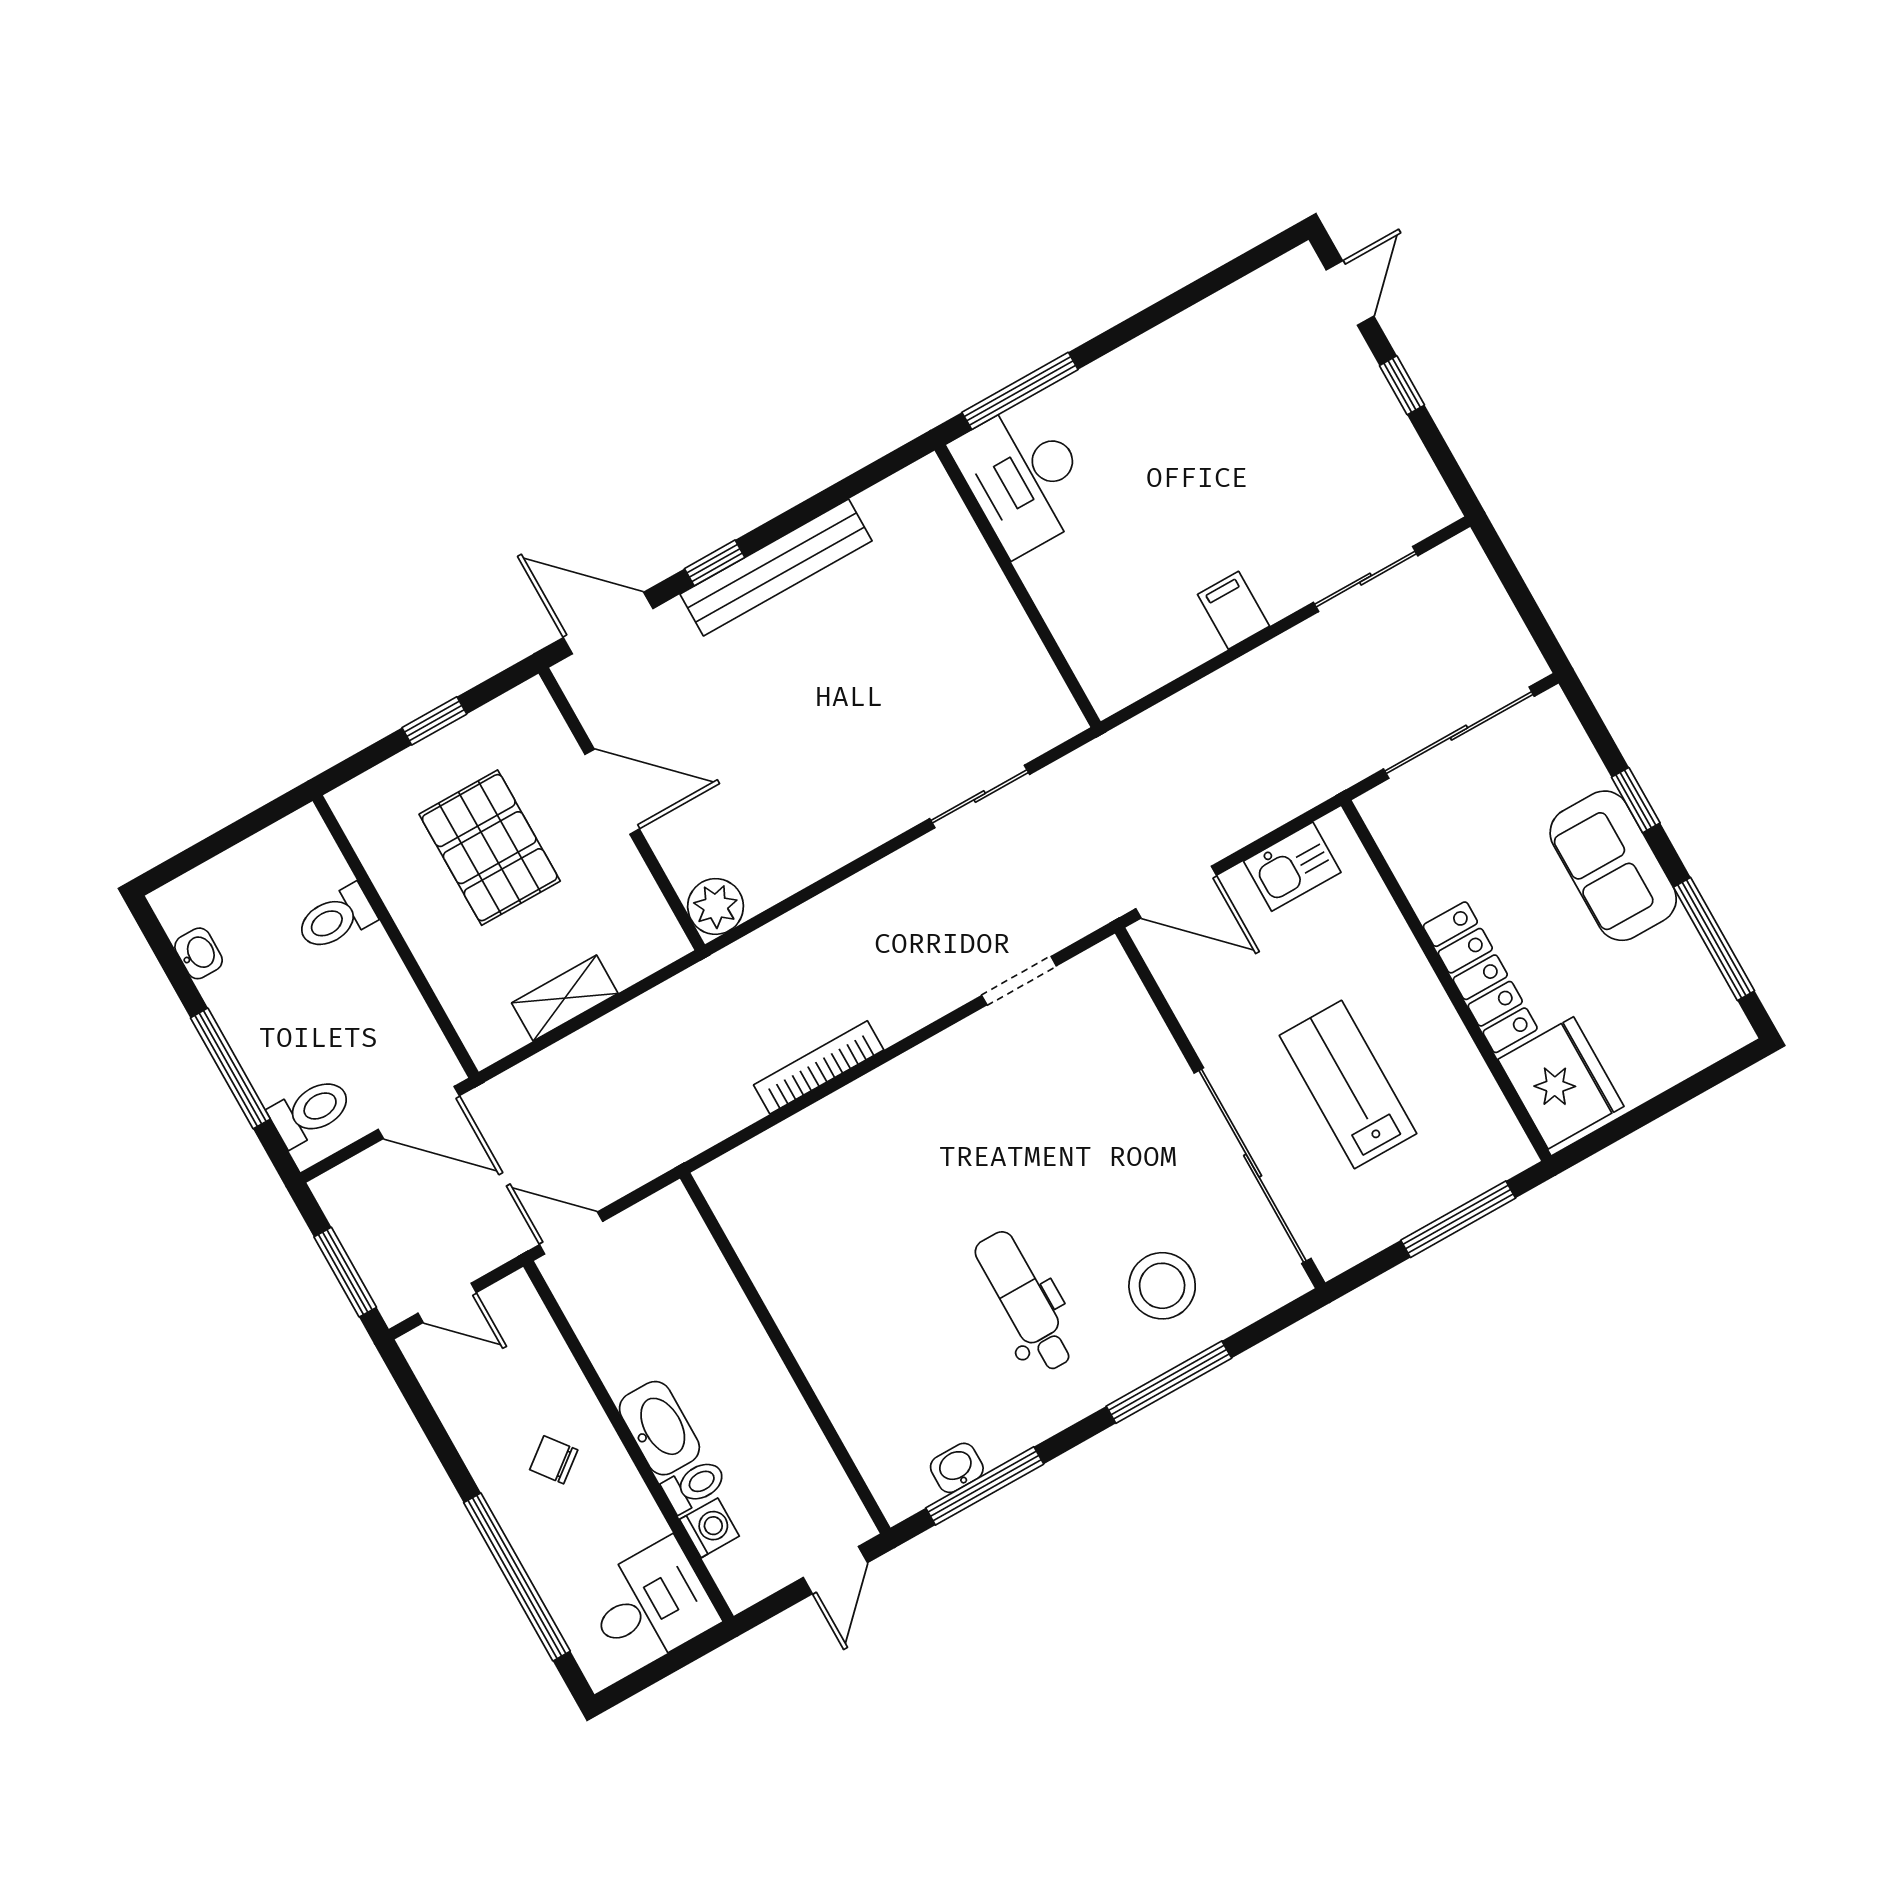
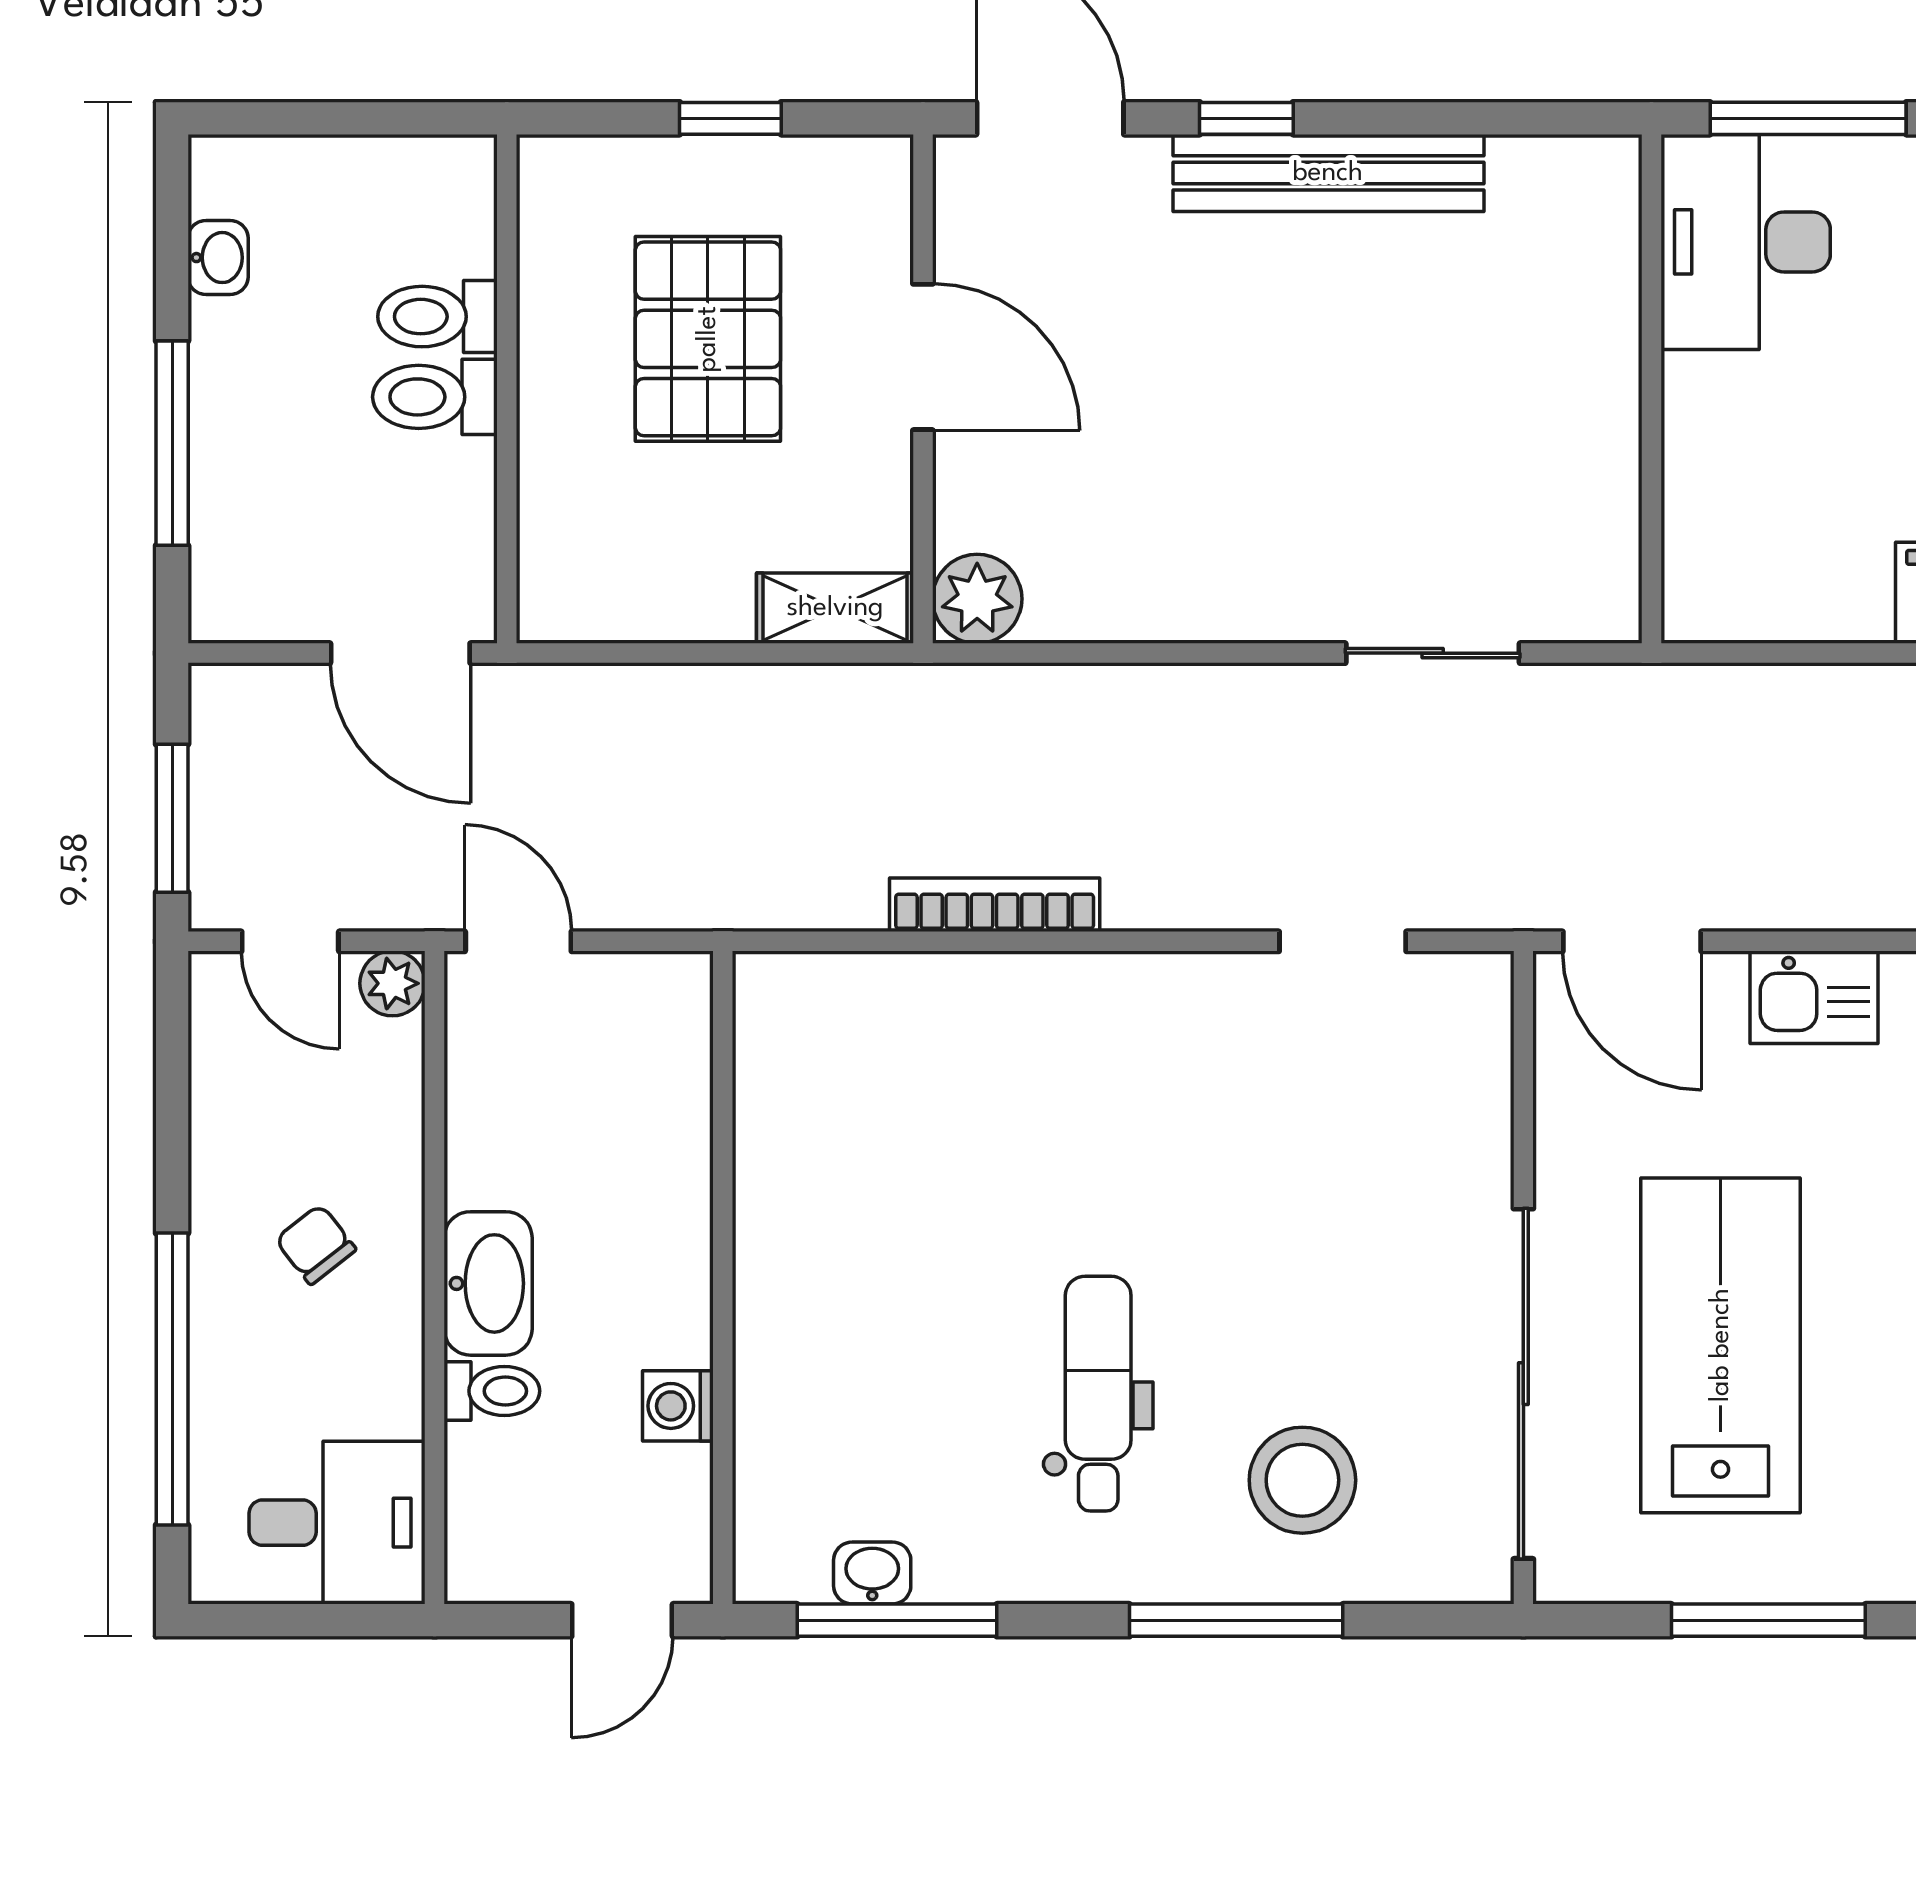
shelving: (565, 998) -> (835, 608), moved
lab bench: (1348, 1085) -> (1721, 1345), width x1.36, depth x1.39
toilet: (311, 1111) -> (435, 397), moved, turned 180
plant: (516, 1294) -> (392, 983), added
washing machine: (709, 1528) -> (678, 1406), moved, turned 180

